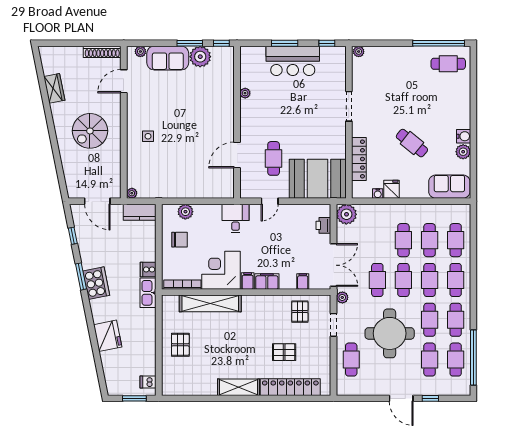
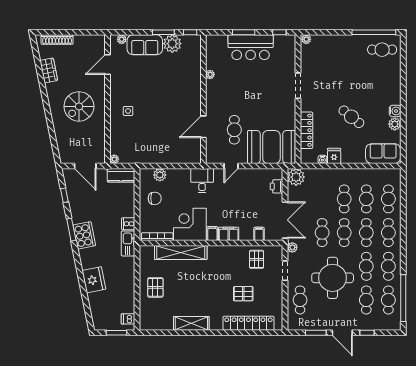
shoe rack: (102, 52) -> (57, 40), moved
shelving: (238, 387) -> (191, 323), moved
window: (370, 398) -> (316, 333), added

